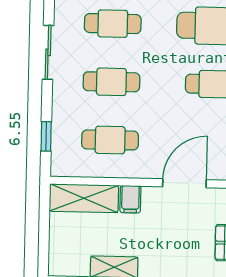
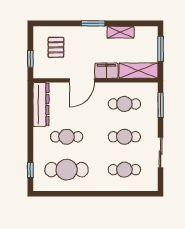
window: (46, 136) -> (161, 105), width x1.50
filing cabinet: (130, 199) -> (106, 71), width x2.00
window: (44, 236) -> (161, 49), added

